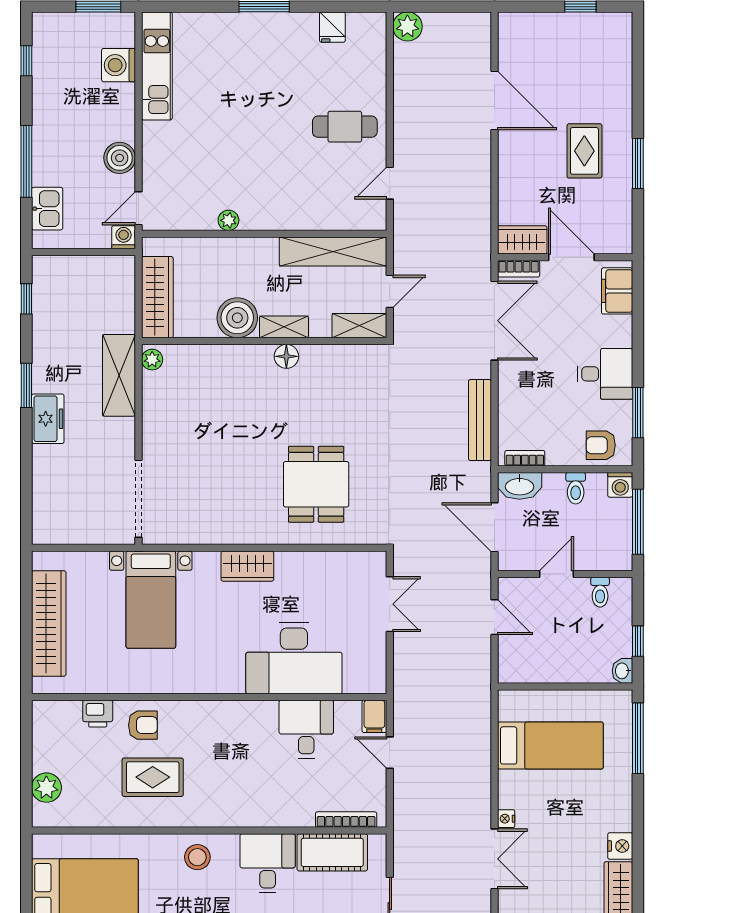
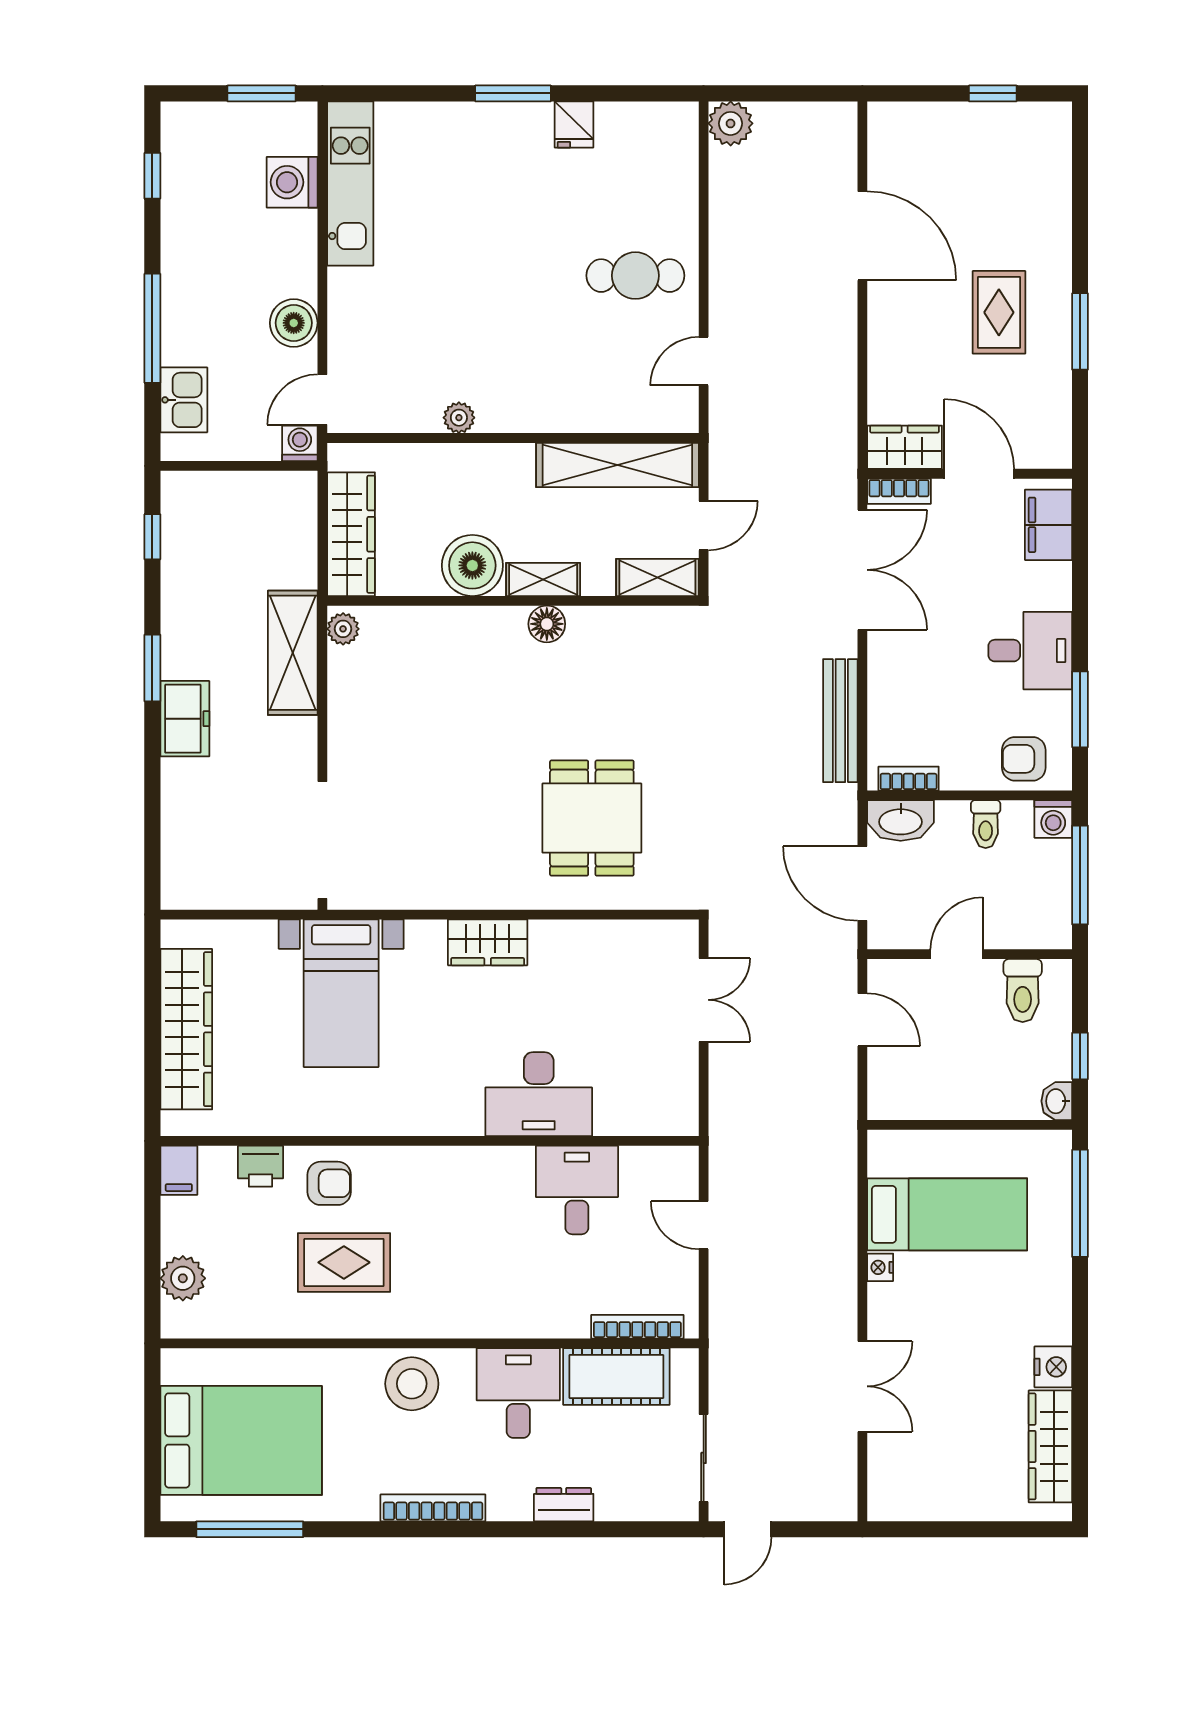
fridge: (332, 27) -> (574, 124), moved
toilet: (600, 592) -> (1023, 991), width x1.37, depth x1.39
desk: (294, 658) -> (539, 1094), width x0.73, depth x0.77
filing cabinet: (374, 716) -> (179, 1170), moved
nightstand: (506, 819) -> (880, 1267), moved
stool: (197, 857) -> (412, 1384), width x1.38, depth x1.38

